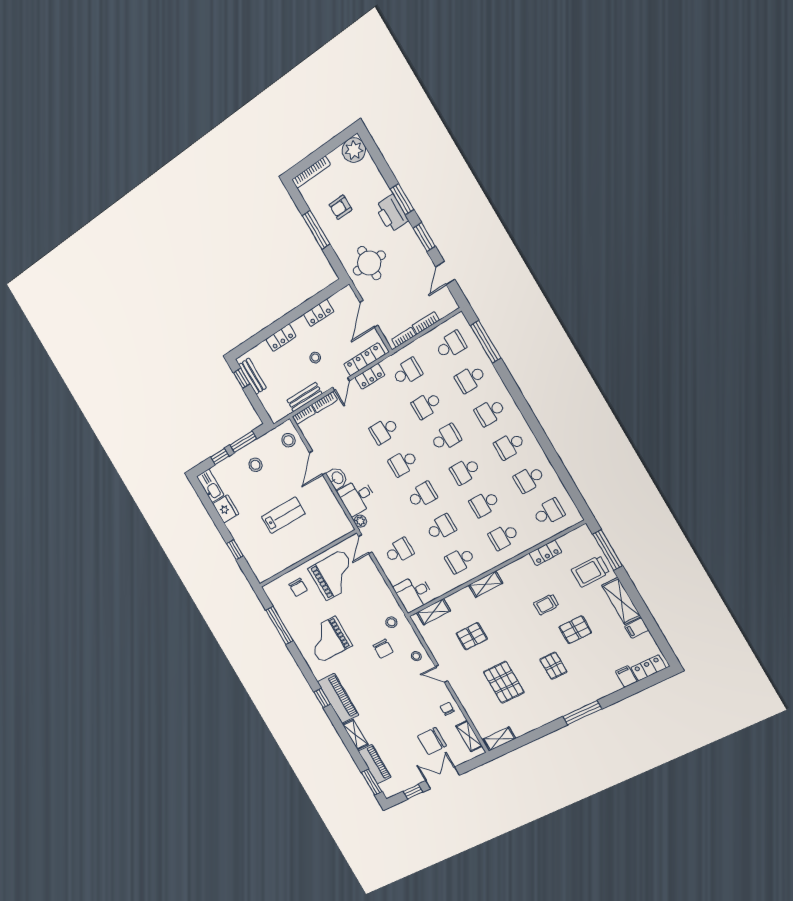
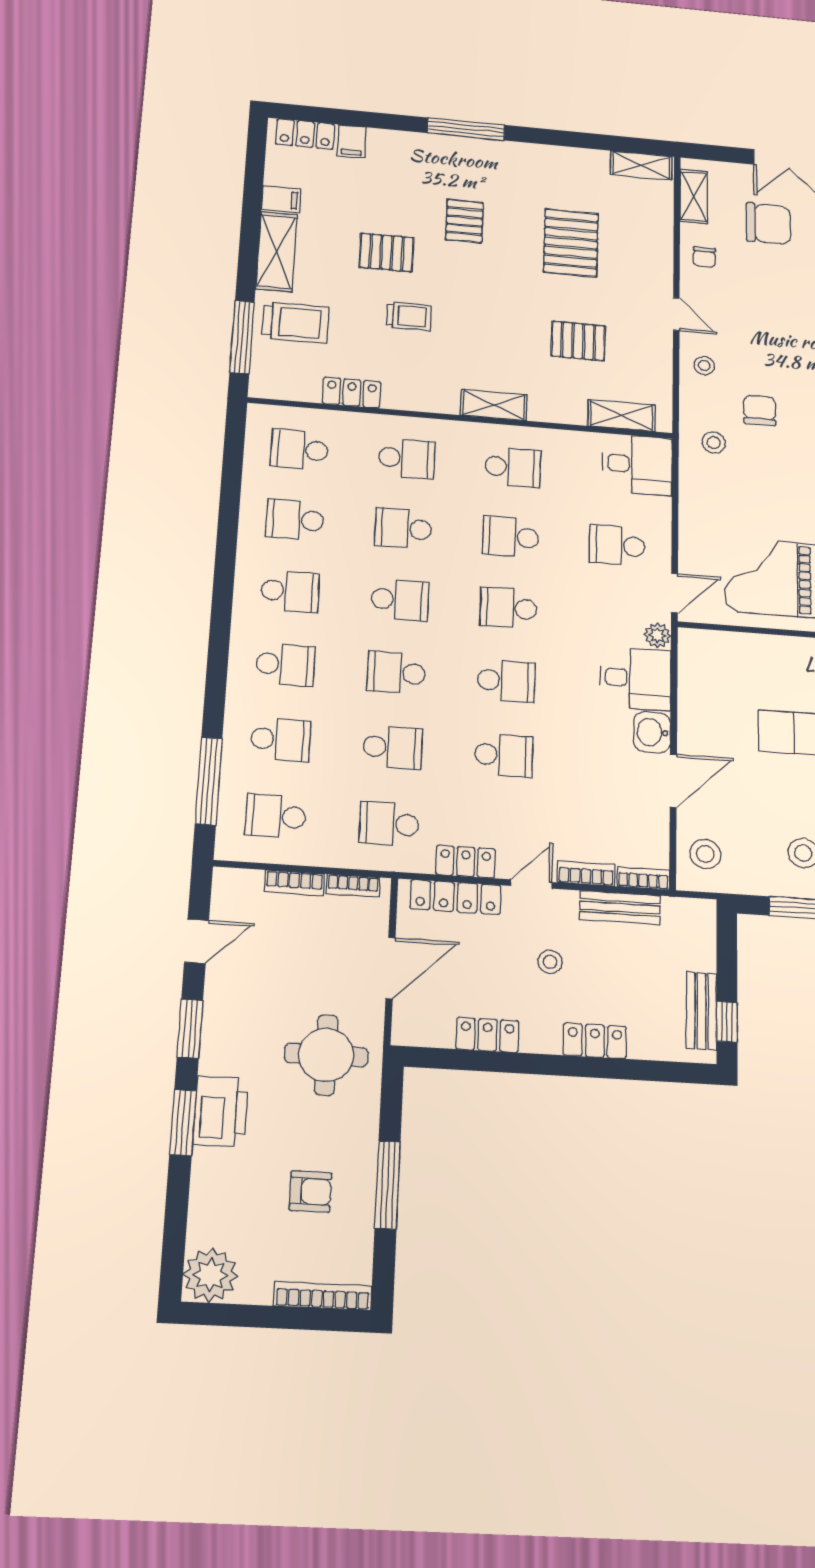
school desk: (529, 479) -> (295, 520), turned 180
school desk: (484, 504) -> (403, 528), turned 180

